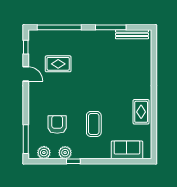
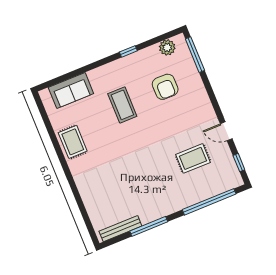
plant: (65, 153) -> (142, 58), removed

